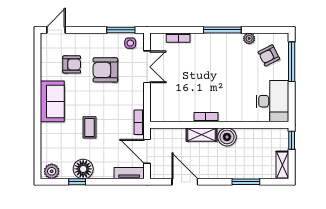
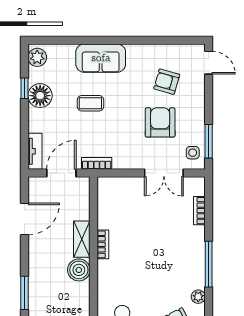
armchair: (72, 64) -> (167, 82), turned 106
sofa: (52, 101) -> (101, 58), moved

